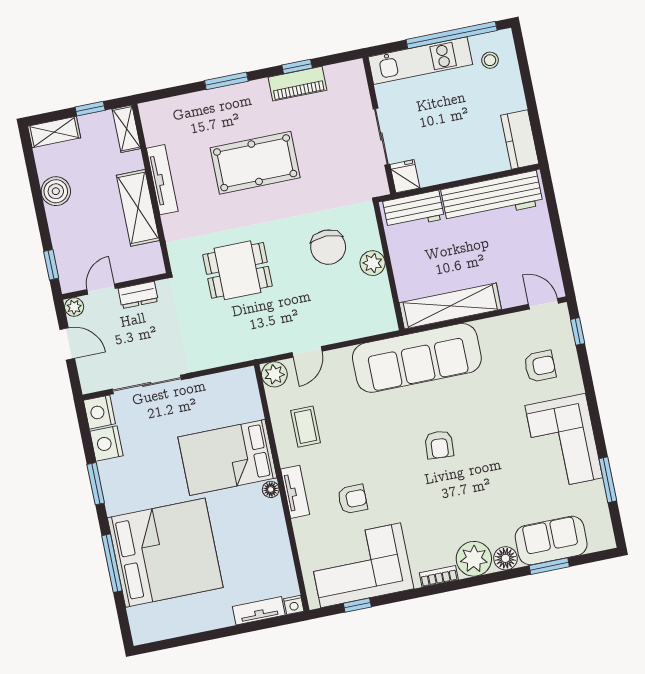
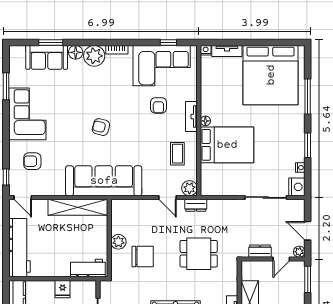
fridge: (405, 176) -> (63, 289), moved
workbench: (492, 197) -> (19, 248), moved, turned 90
chair: (328, 247) -> (143, 257), turned 90
window: (51, 265) -> (308, 279), width x1.50
dresser: (258, 349) -> (196, 205), added
door: (307, 352) -> (168, 197), swing flipped
nightstand: (106, 443) -> (300, 168), width x0.53, depth x0.56
armchair: (439, 445) -> (101, 127), turned -80
armchair: (353, 499) -> (158, 105), turned -90
bed: (165, 553) -> (271, 75), moved, turned -90

